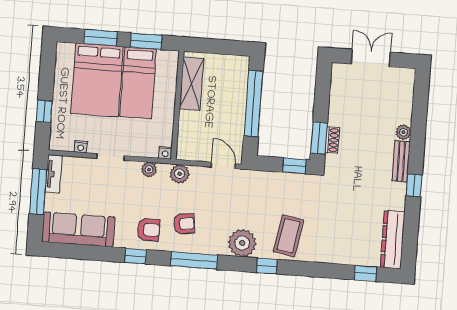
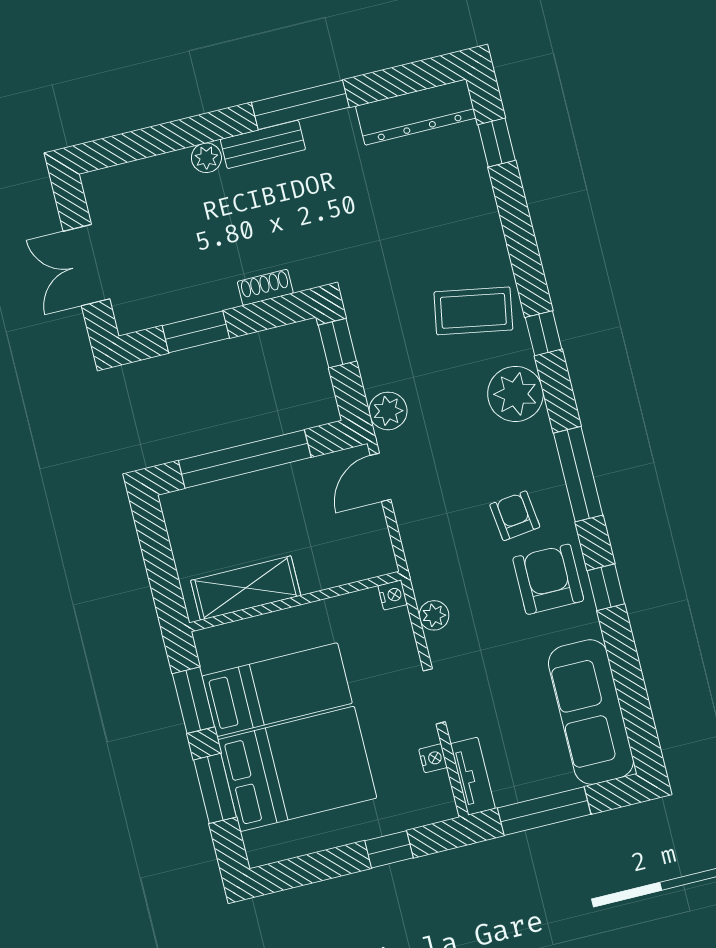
window: (319, 138) -> (196, 332), moved
tv unit: (54, 174) -> (473, 776), moved, turned 90
plant: (180, 174) -> (388, 411), moved
window: (414, 185) -> (300, 105), width x2.17
armchair: (148, 230) -> (548, 579), width x1.38, depth x1.38

